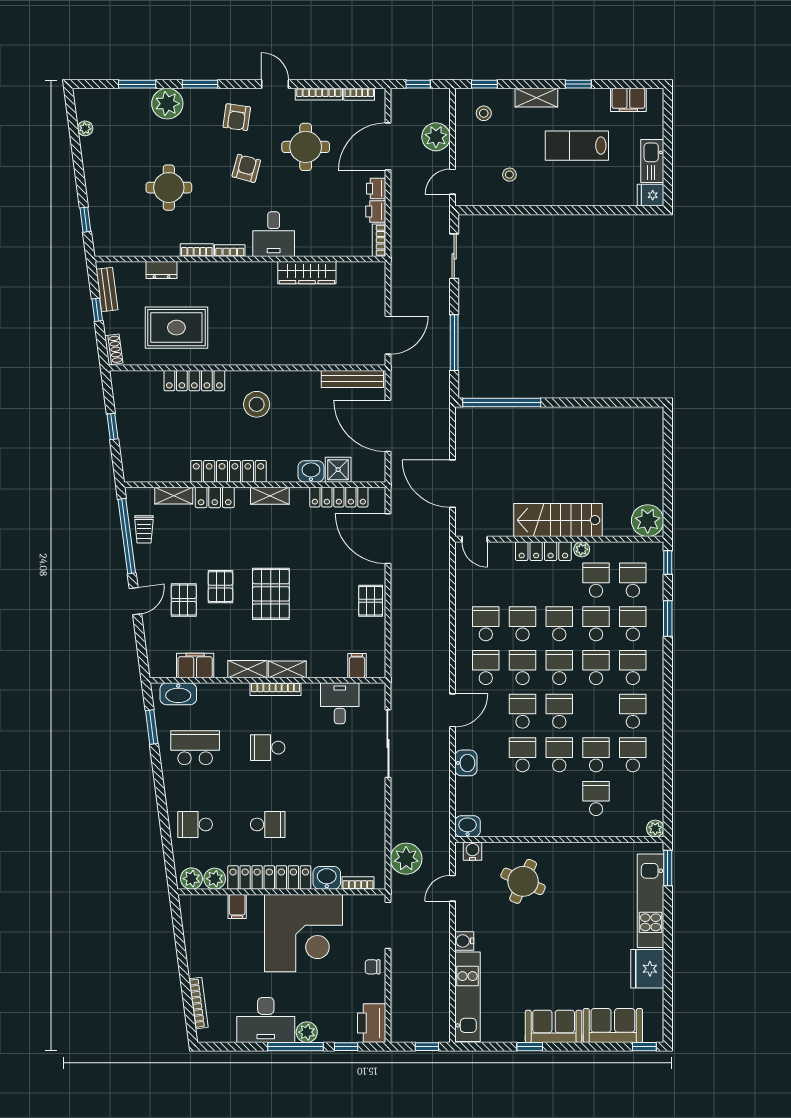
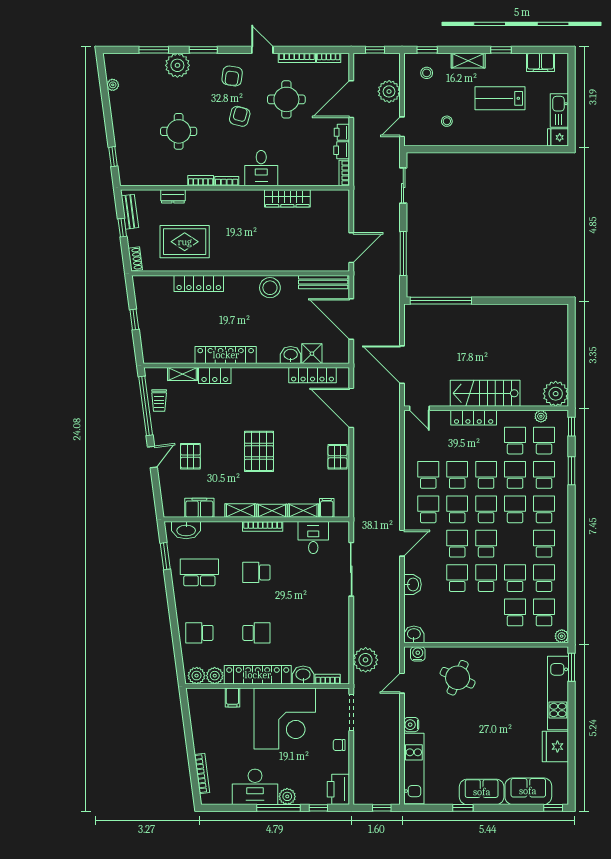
stool: (257, 404) -> (270, 288), moved
shelving: (270, 496) -> (303, 511), moved
plant: (582, 549) -> (541, 416), moved
pallet: (220, 587) -> (219, 446), removed
school desk: (633, 798) -> (544, 612), added

